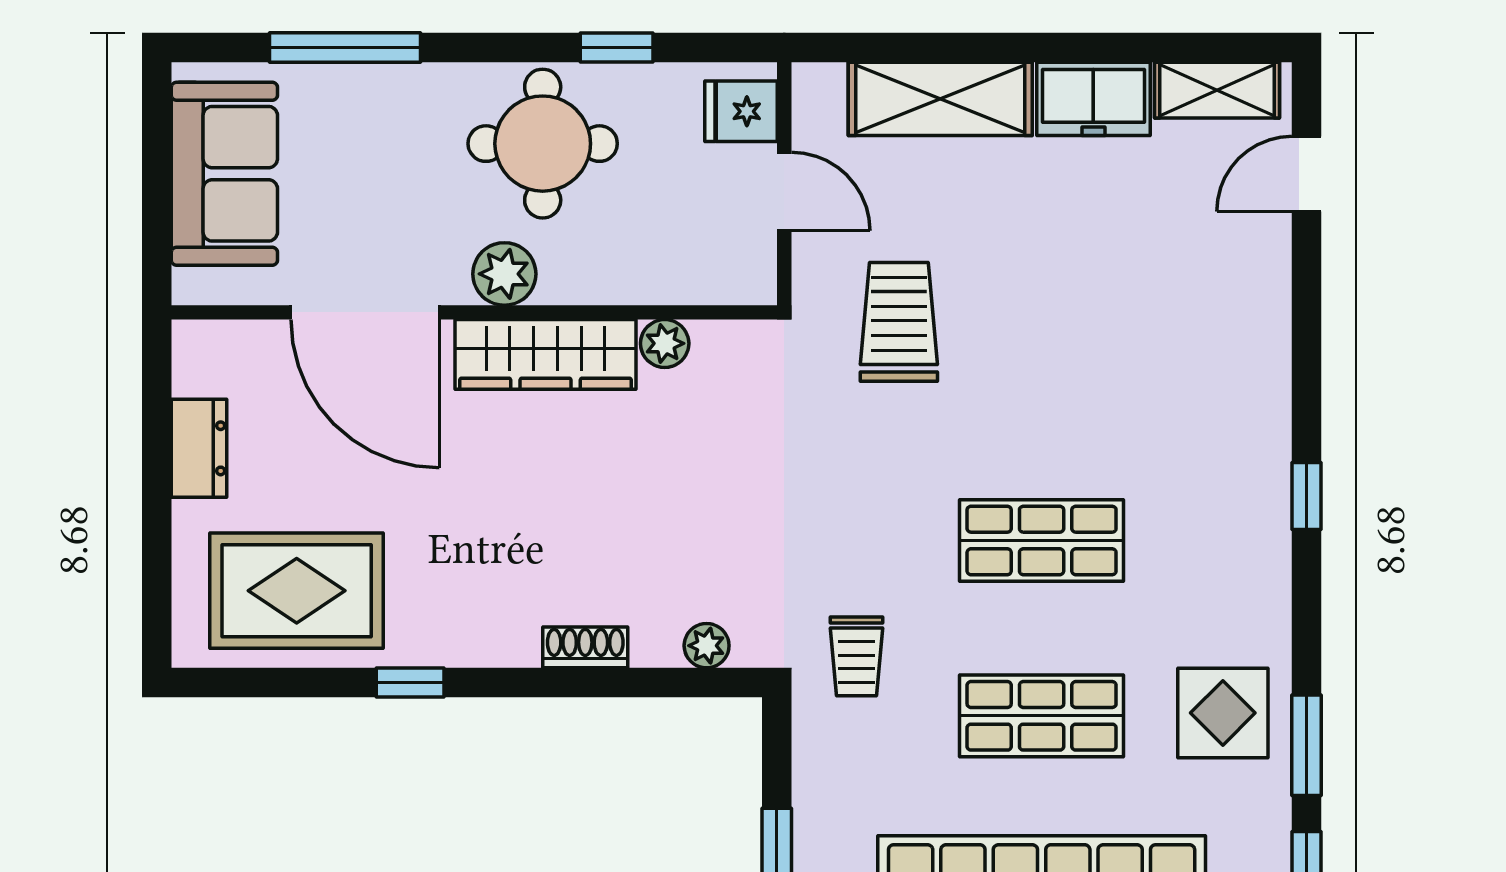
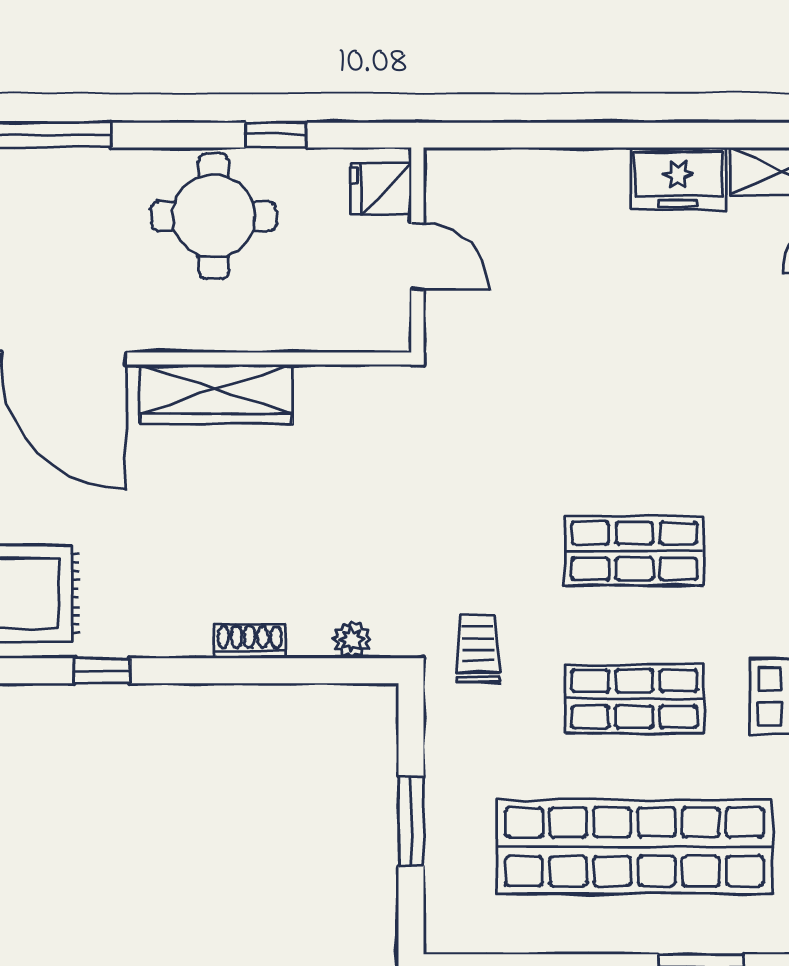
shelving: (940, 99) -> (549, 178), removed
plant: (504, 274) -> (181, 326), removed
trolley: (899, 322) -> (514, 367), removed
plant: (665, 343) -> (317, 385), removed
trolley: (856, 656) -> (478, 649), turned 180

